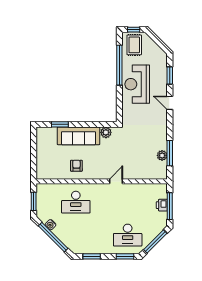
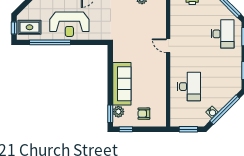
window: (60, 124) -> (110, 114), moved
plant: (106, 132) -> (118, 112), moved
window: (34, 140) -> (126, 129), added
armchair: (76, 166) -> (144, 114), moved

